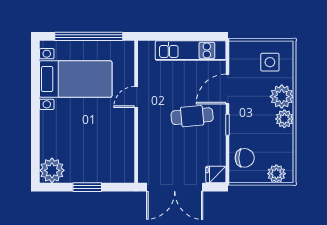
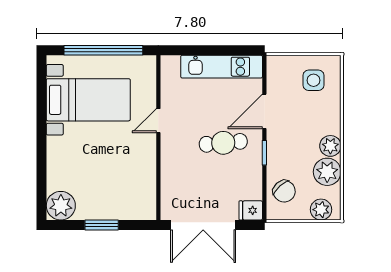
plant: (282, 97) -> (327, 172), moved
chair: (245, 158) -> (284, 191), turned 48

